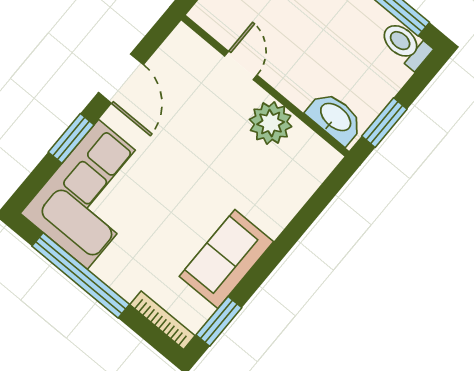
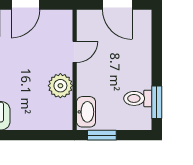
toilet: (405, 45) -> (138, 98), moved, turned -90

